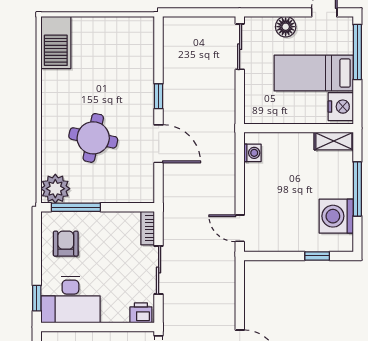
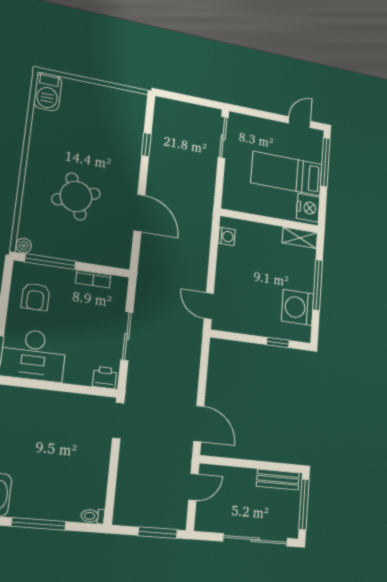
floor lamp: (286, 27) -> (265, 128), removed
barbecue: (56, 43) -> (48, 92), width x0.73, depth x0.83
window: (159, 96) -> (146, 145), moved
round table: (93, 138) -> (76, 196), turned -31
plant: (55, 189) -> (24, 246), width x0.53, depth x0.53
bookcase: (148, 228) -> (93, 279), moved, turned -90
armchair: (66, 244) -> (36, 297), turned 180

